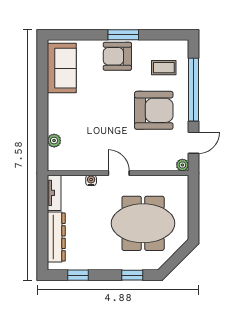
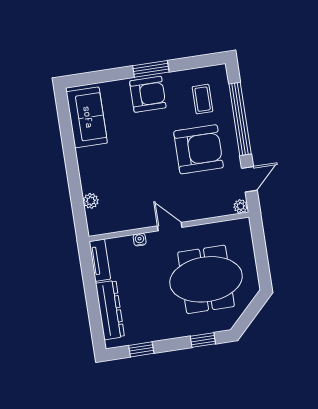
armchair: (117, 56) -> (148, 94), turned 180
coffee table: (164, 68) -> (203, 99), turned 90

